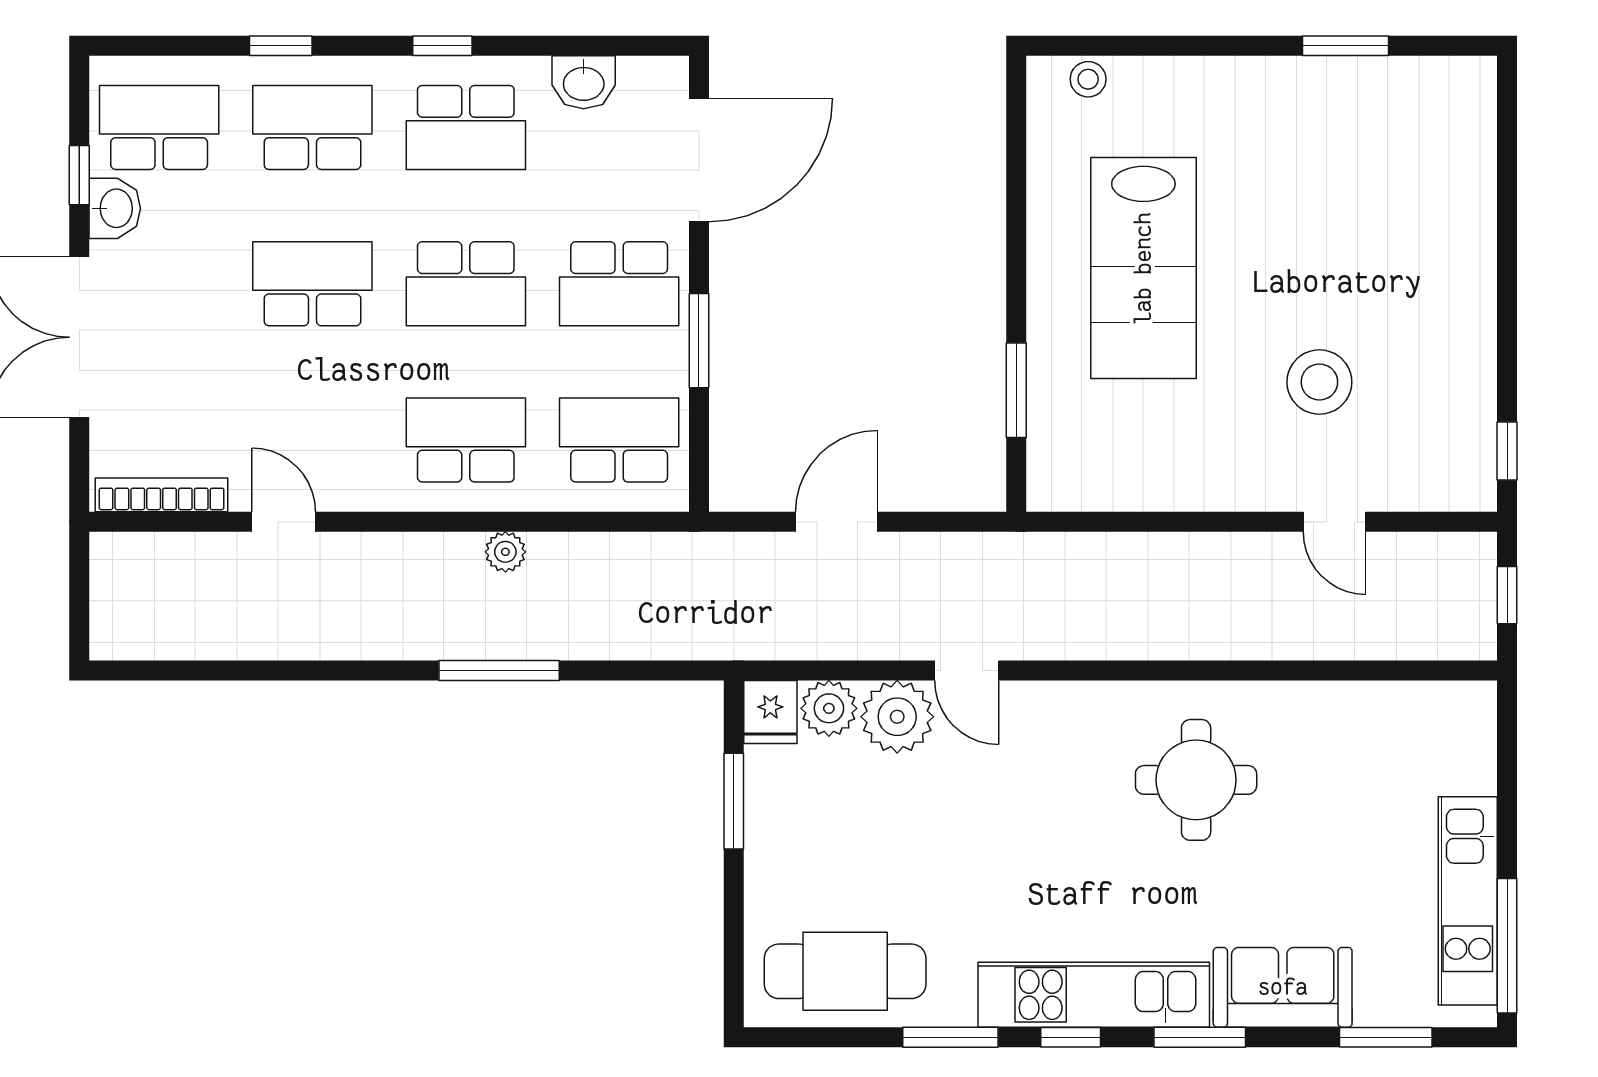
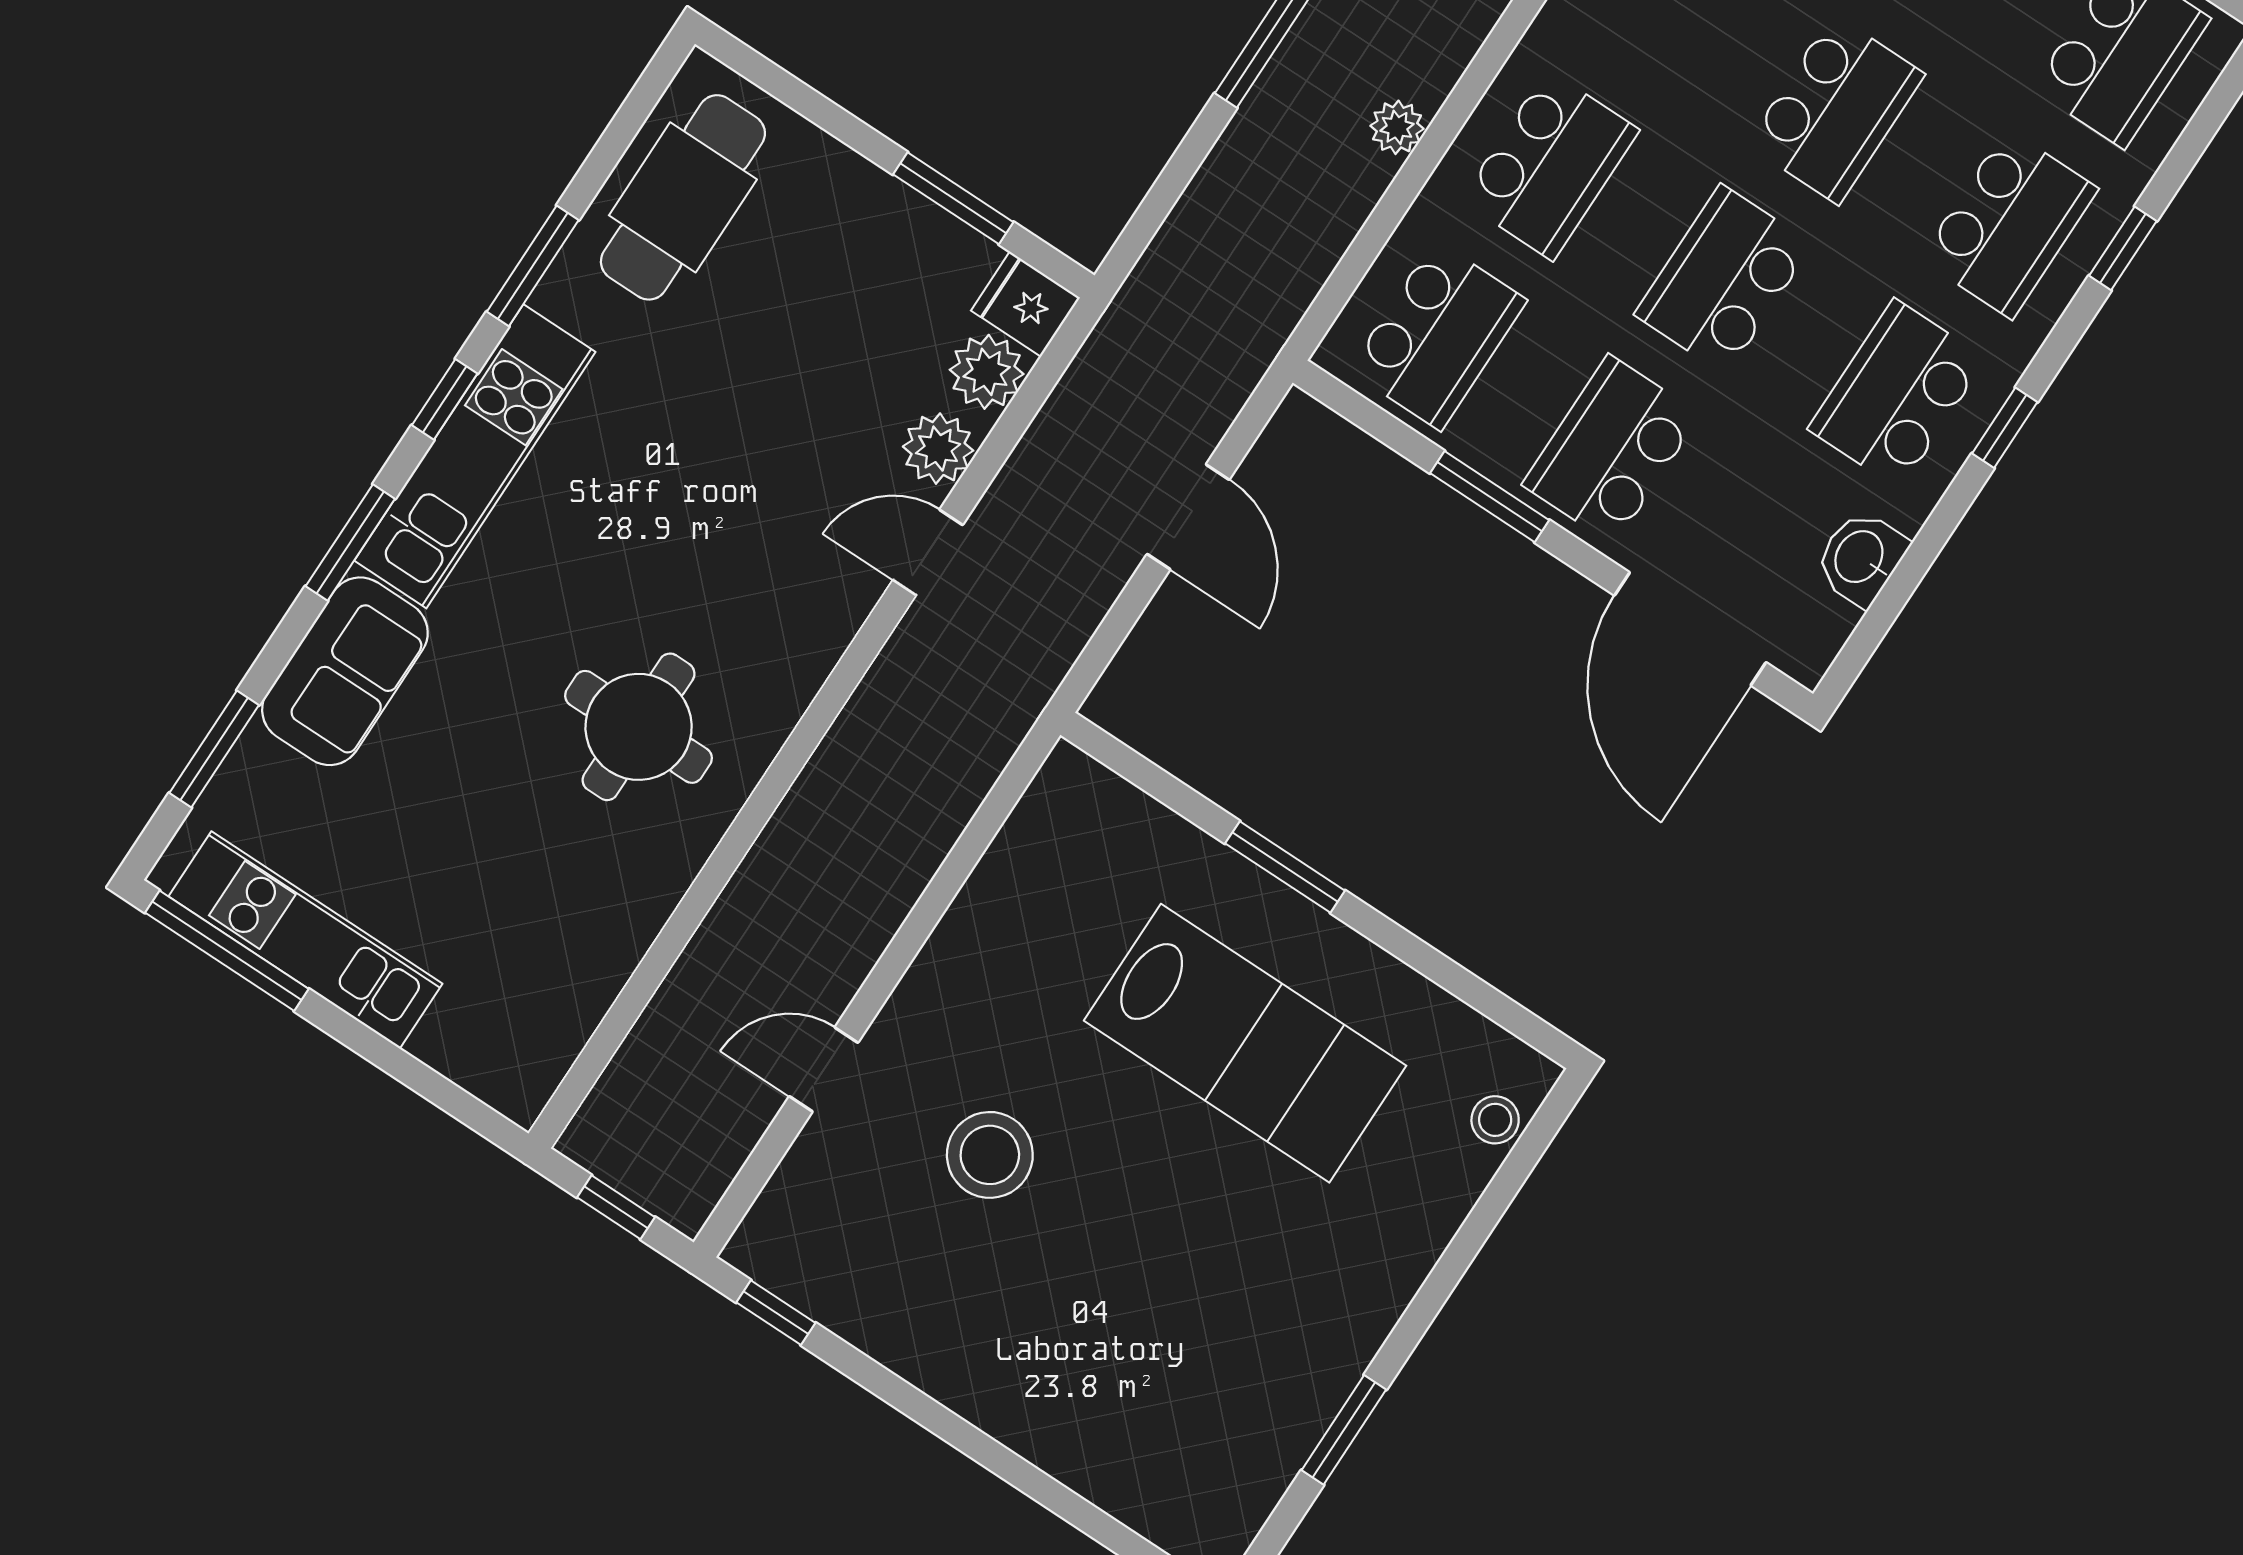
lab bench: (1143, 268) -> (1245, 1043), turned 180
window: (1016, 390) -> (1285, 867), moved
plant: (897, 717) -> (938, 449), width x0.73, depth x0.73

